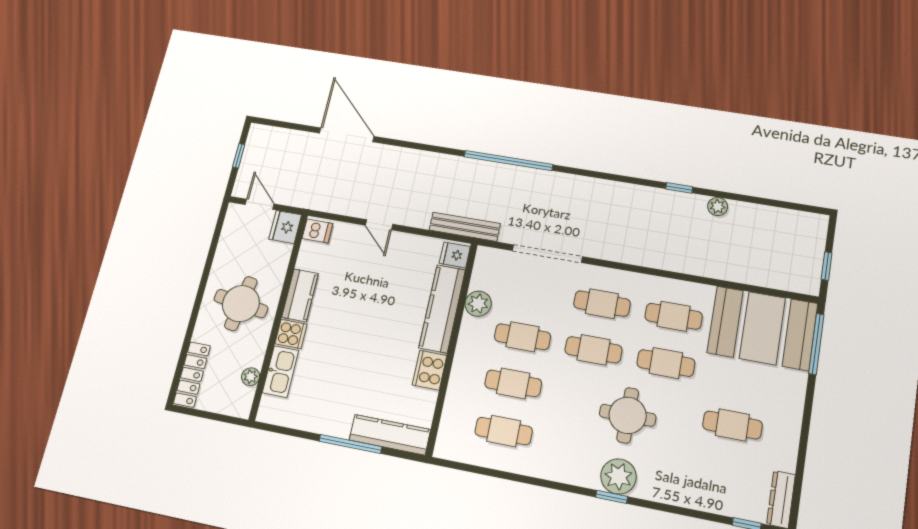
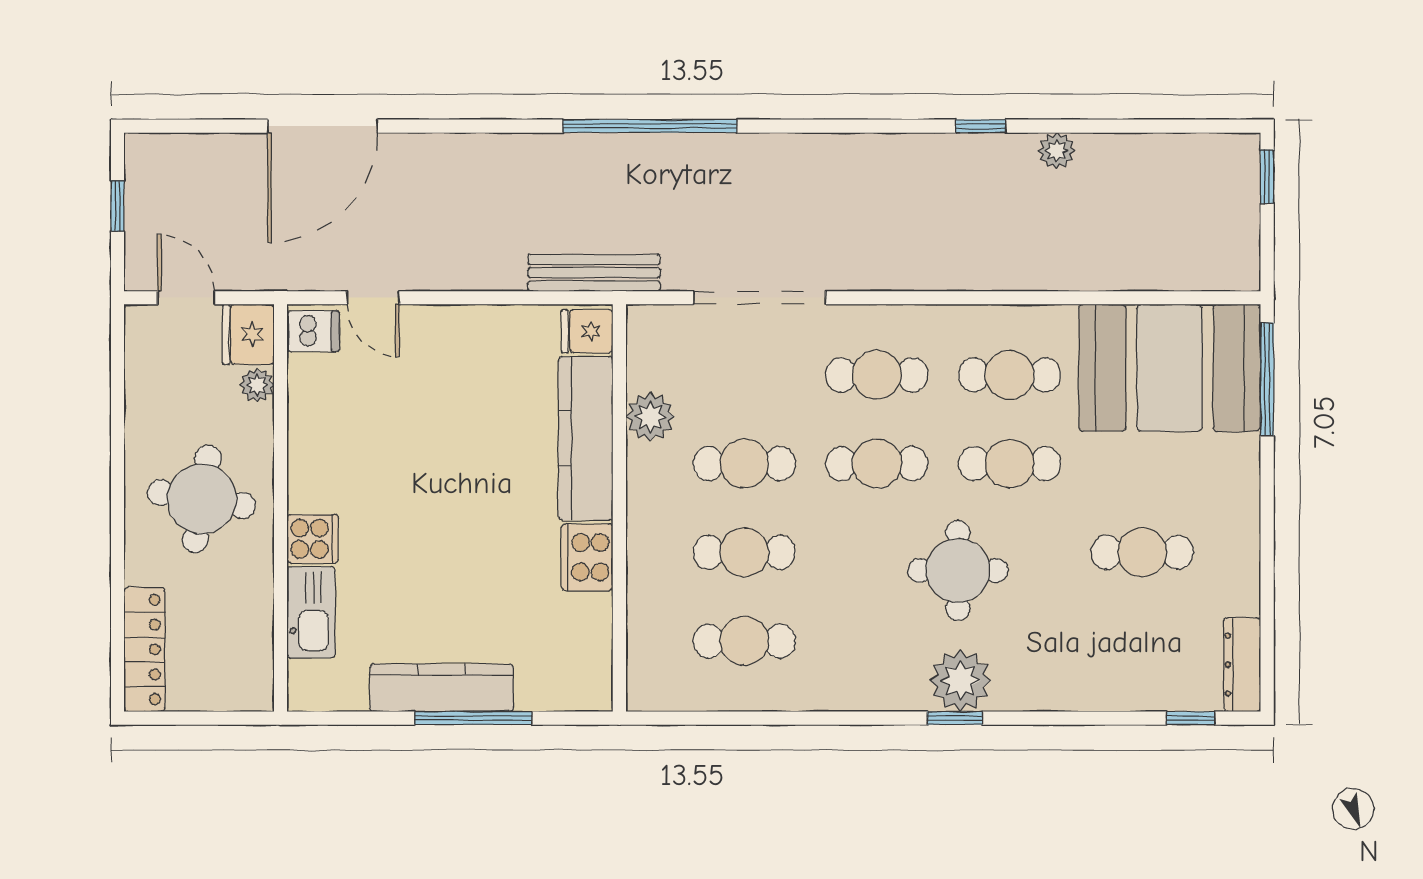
door: (347, 135) -> (323, 126), swing flipped
door: (379, 225) -> (373, 298), moved
window: (827, 266) -> (1267, 177), moved
kitchen counter: (300, 295) -> (311, 462), removed
plant: (251, 377) -> (257, 385), moved
kitchen counter: (390, 435) -> (442, 688), moved

